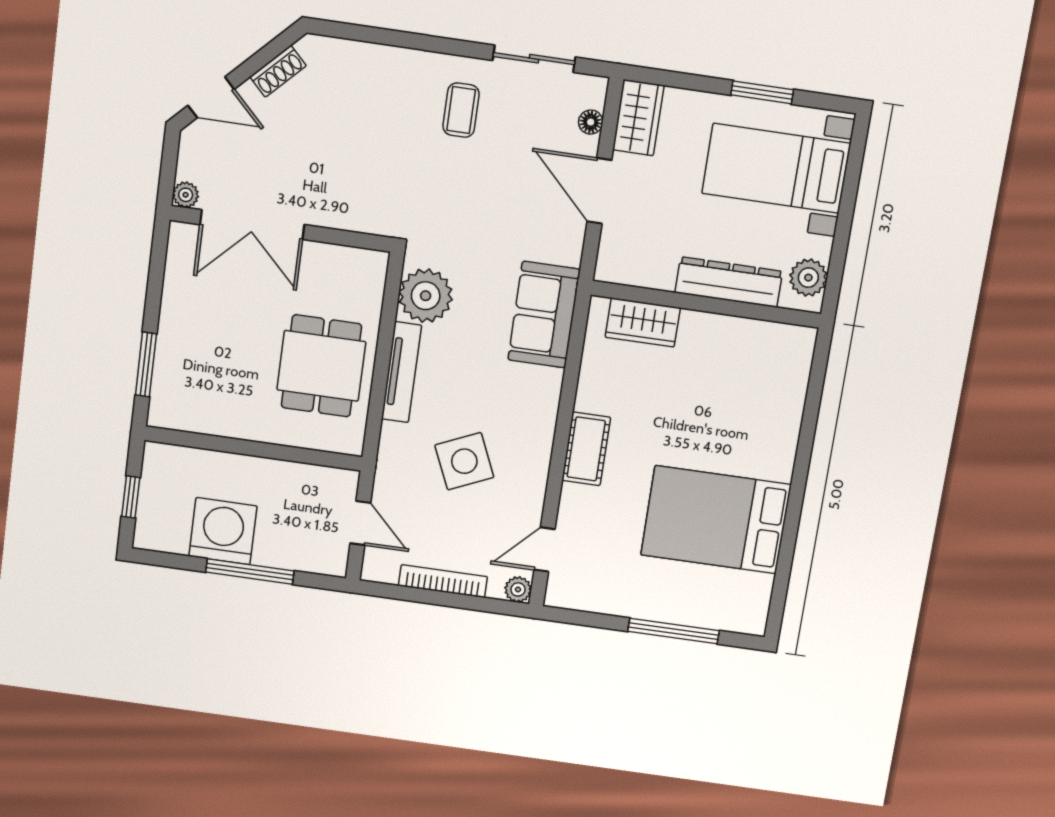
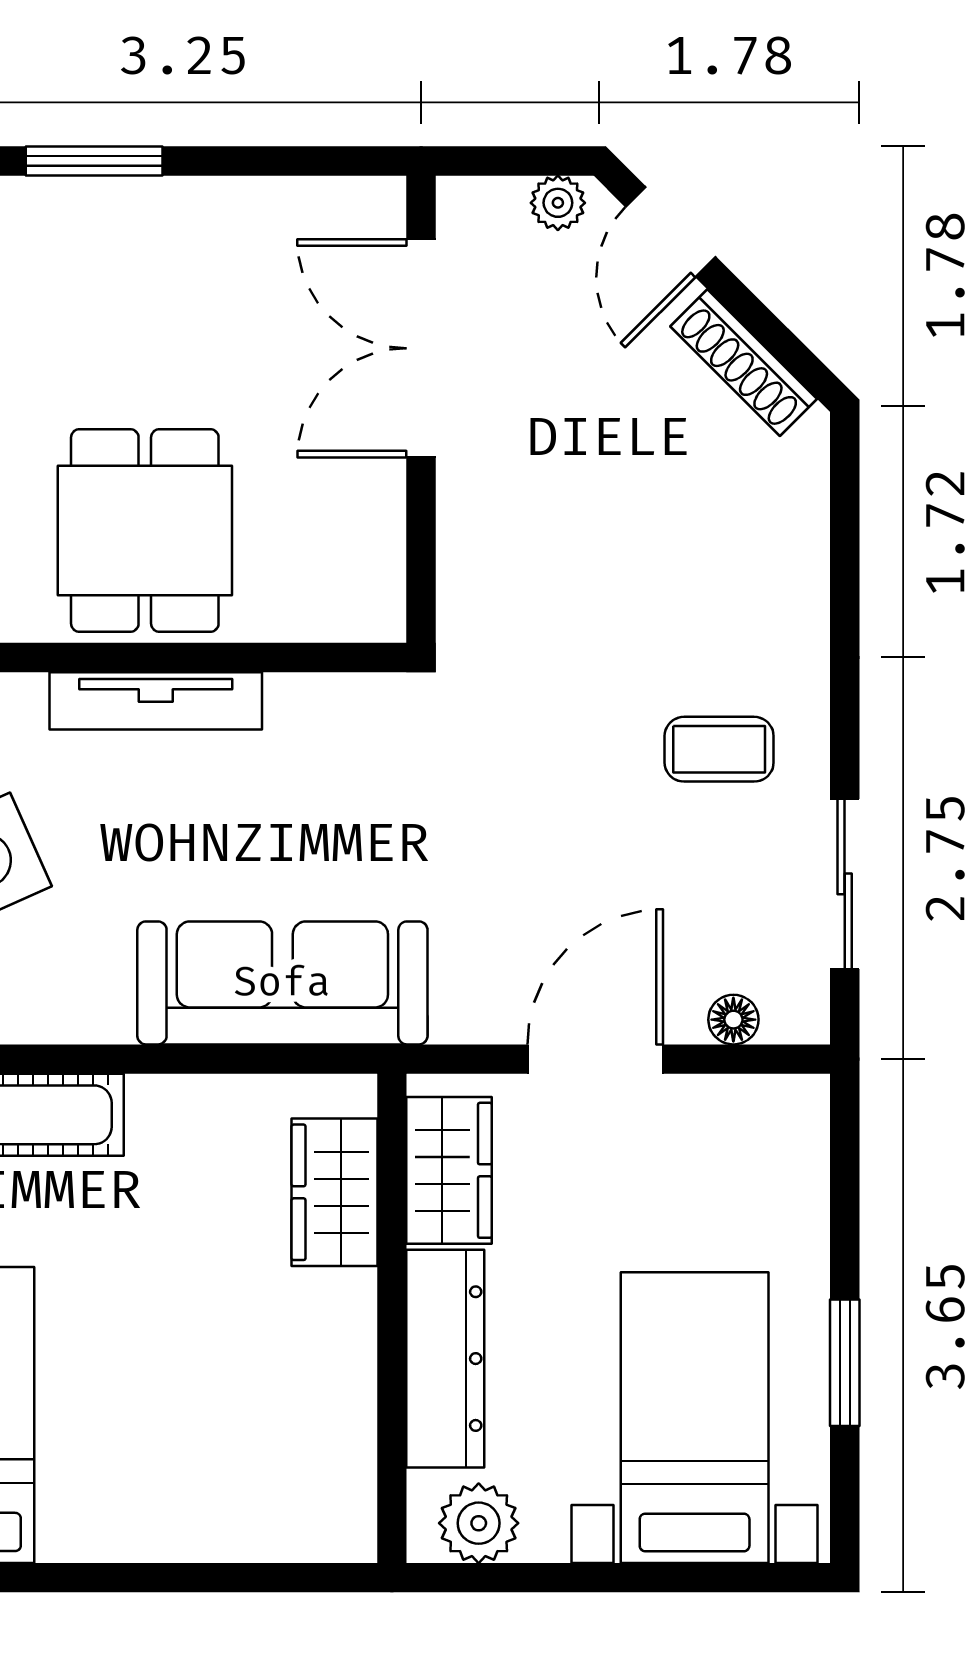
shoe rack: (278, 71) -> (744, 363), width x1.43
wardrobe: (638, 118) -> (449, 1170), moved, turned -90
plant: (186, 195) -> (558, 203), moved
plant: (426, 296) -> (325, 729), removed
sofa: (544, 315) -> (282, 983), width x1.36
dining table: (321, 366) -> (145, 530), turned 90

